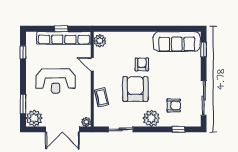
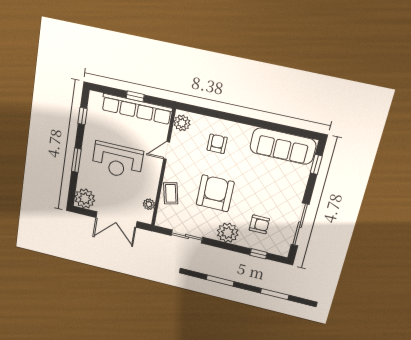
door: (92, 64) -> (167, 151), hinge flipped
armchair: (142, 64) -> (217, 144), moved
window: (23, 104) -> (76, 160), moved
plant: (86, 122) -> (149, 204), moved

